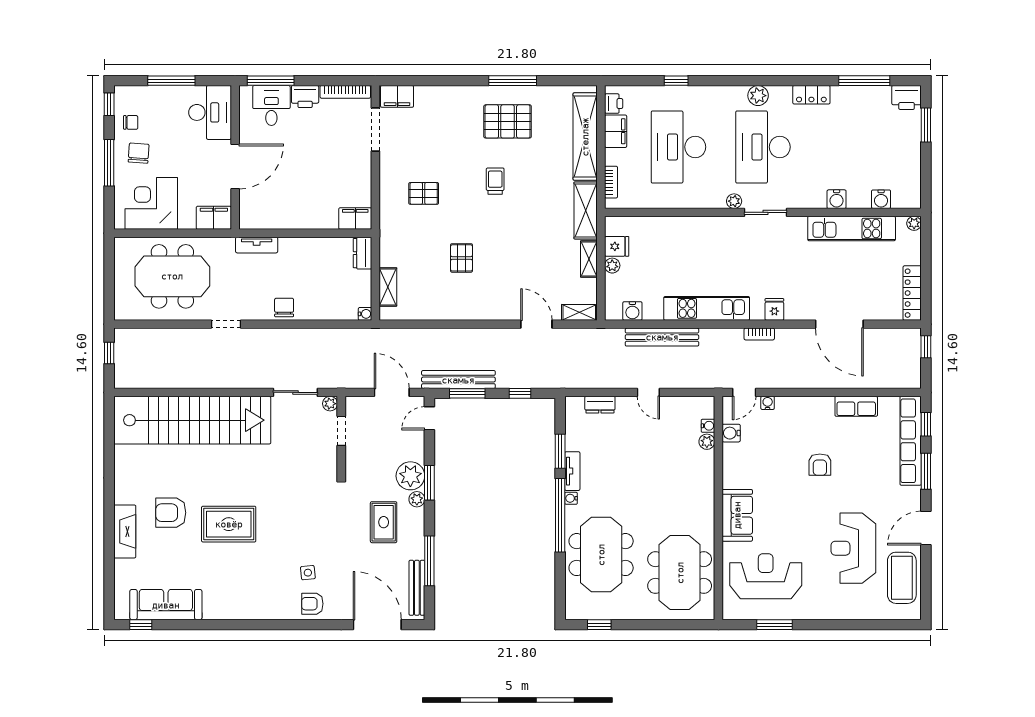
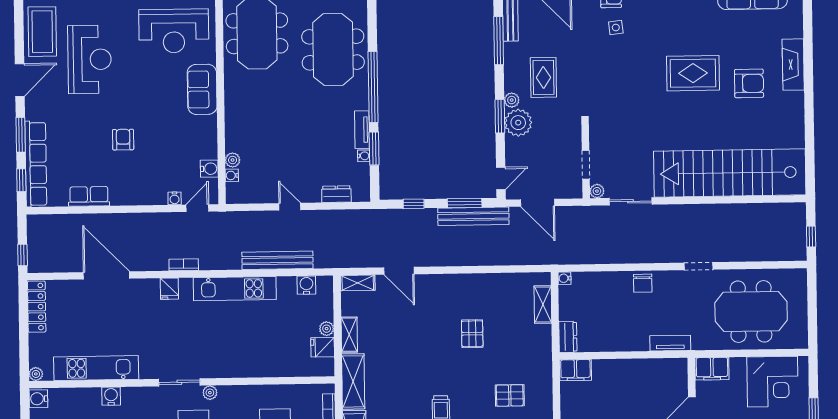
water cooler: (881, 199) -> (38, 399), moved, turned -90
water cooler: (571, 498) -> (364, 156), moved

